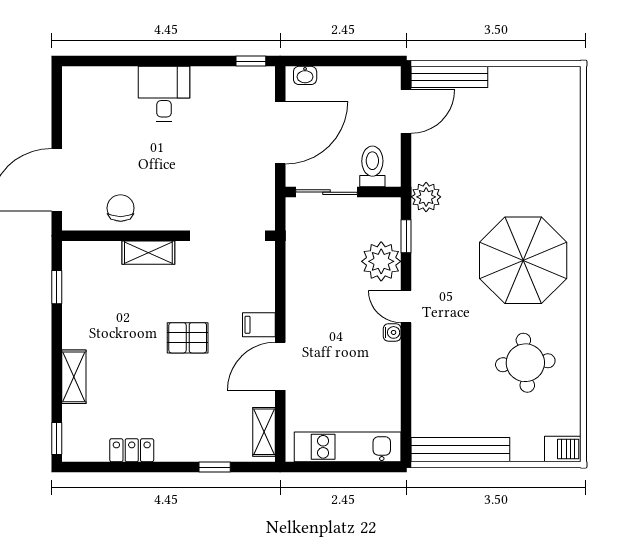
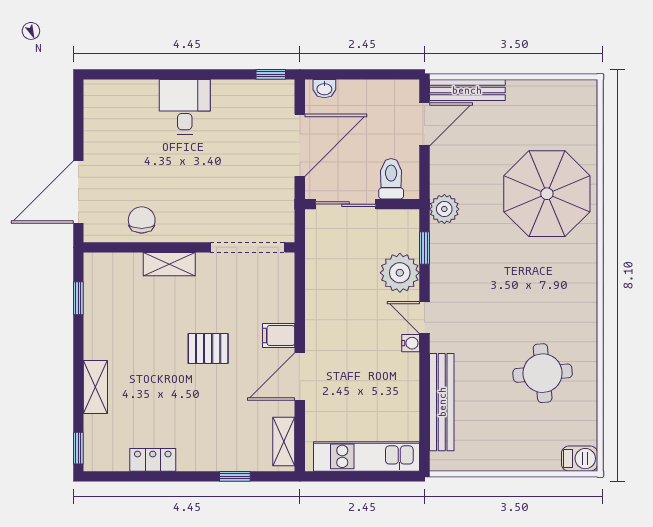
parasol: (523, 260) -> (547, 194), moved
bench: (460, 450) -> (442, 402), moved, turned 90

